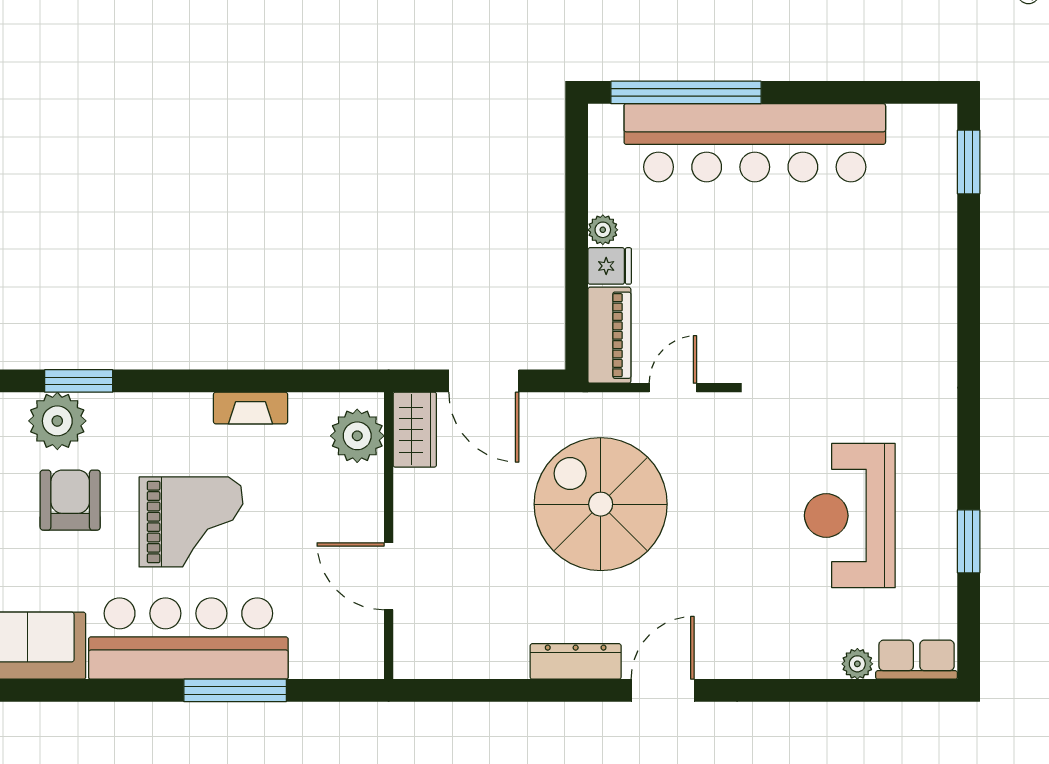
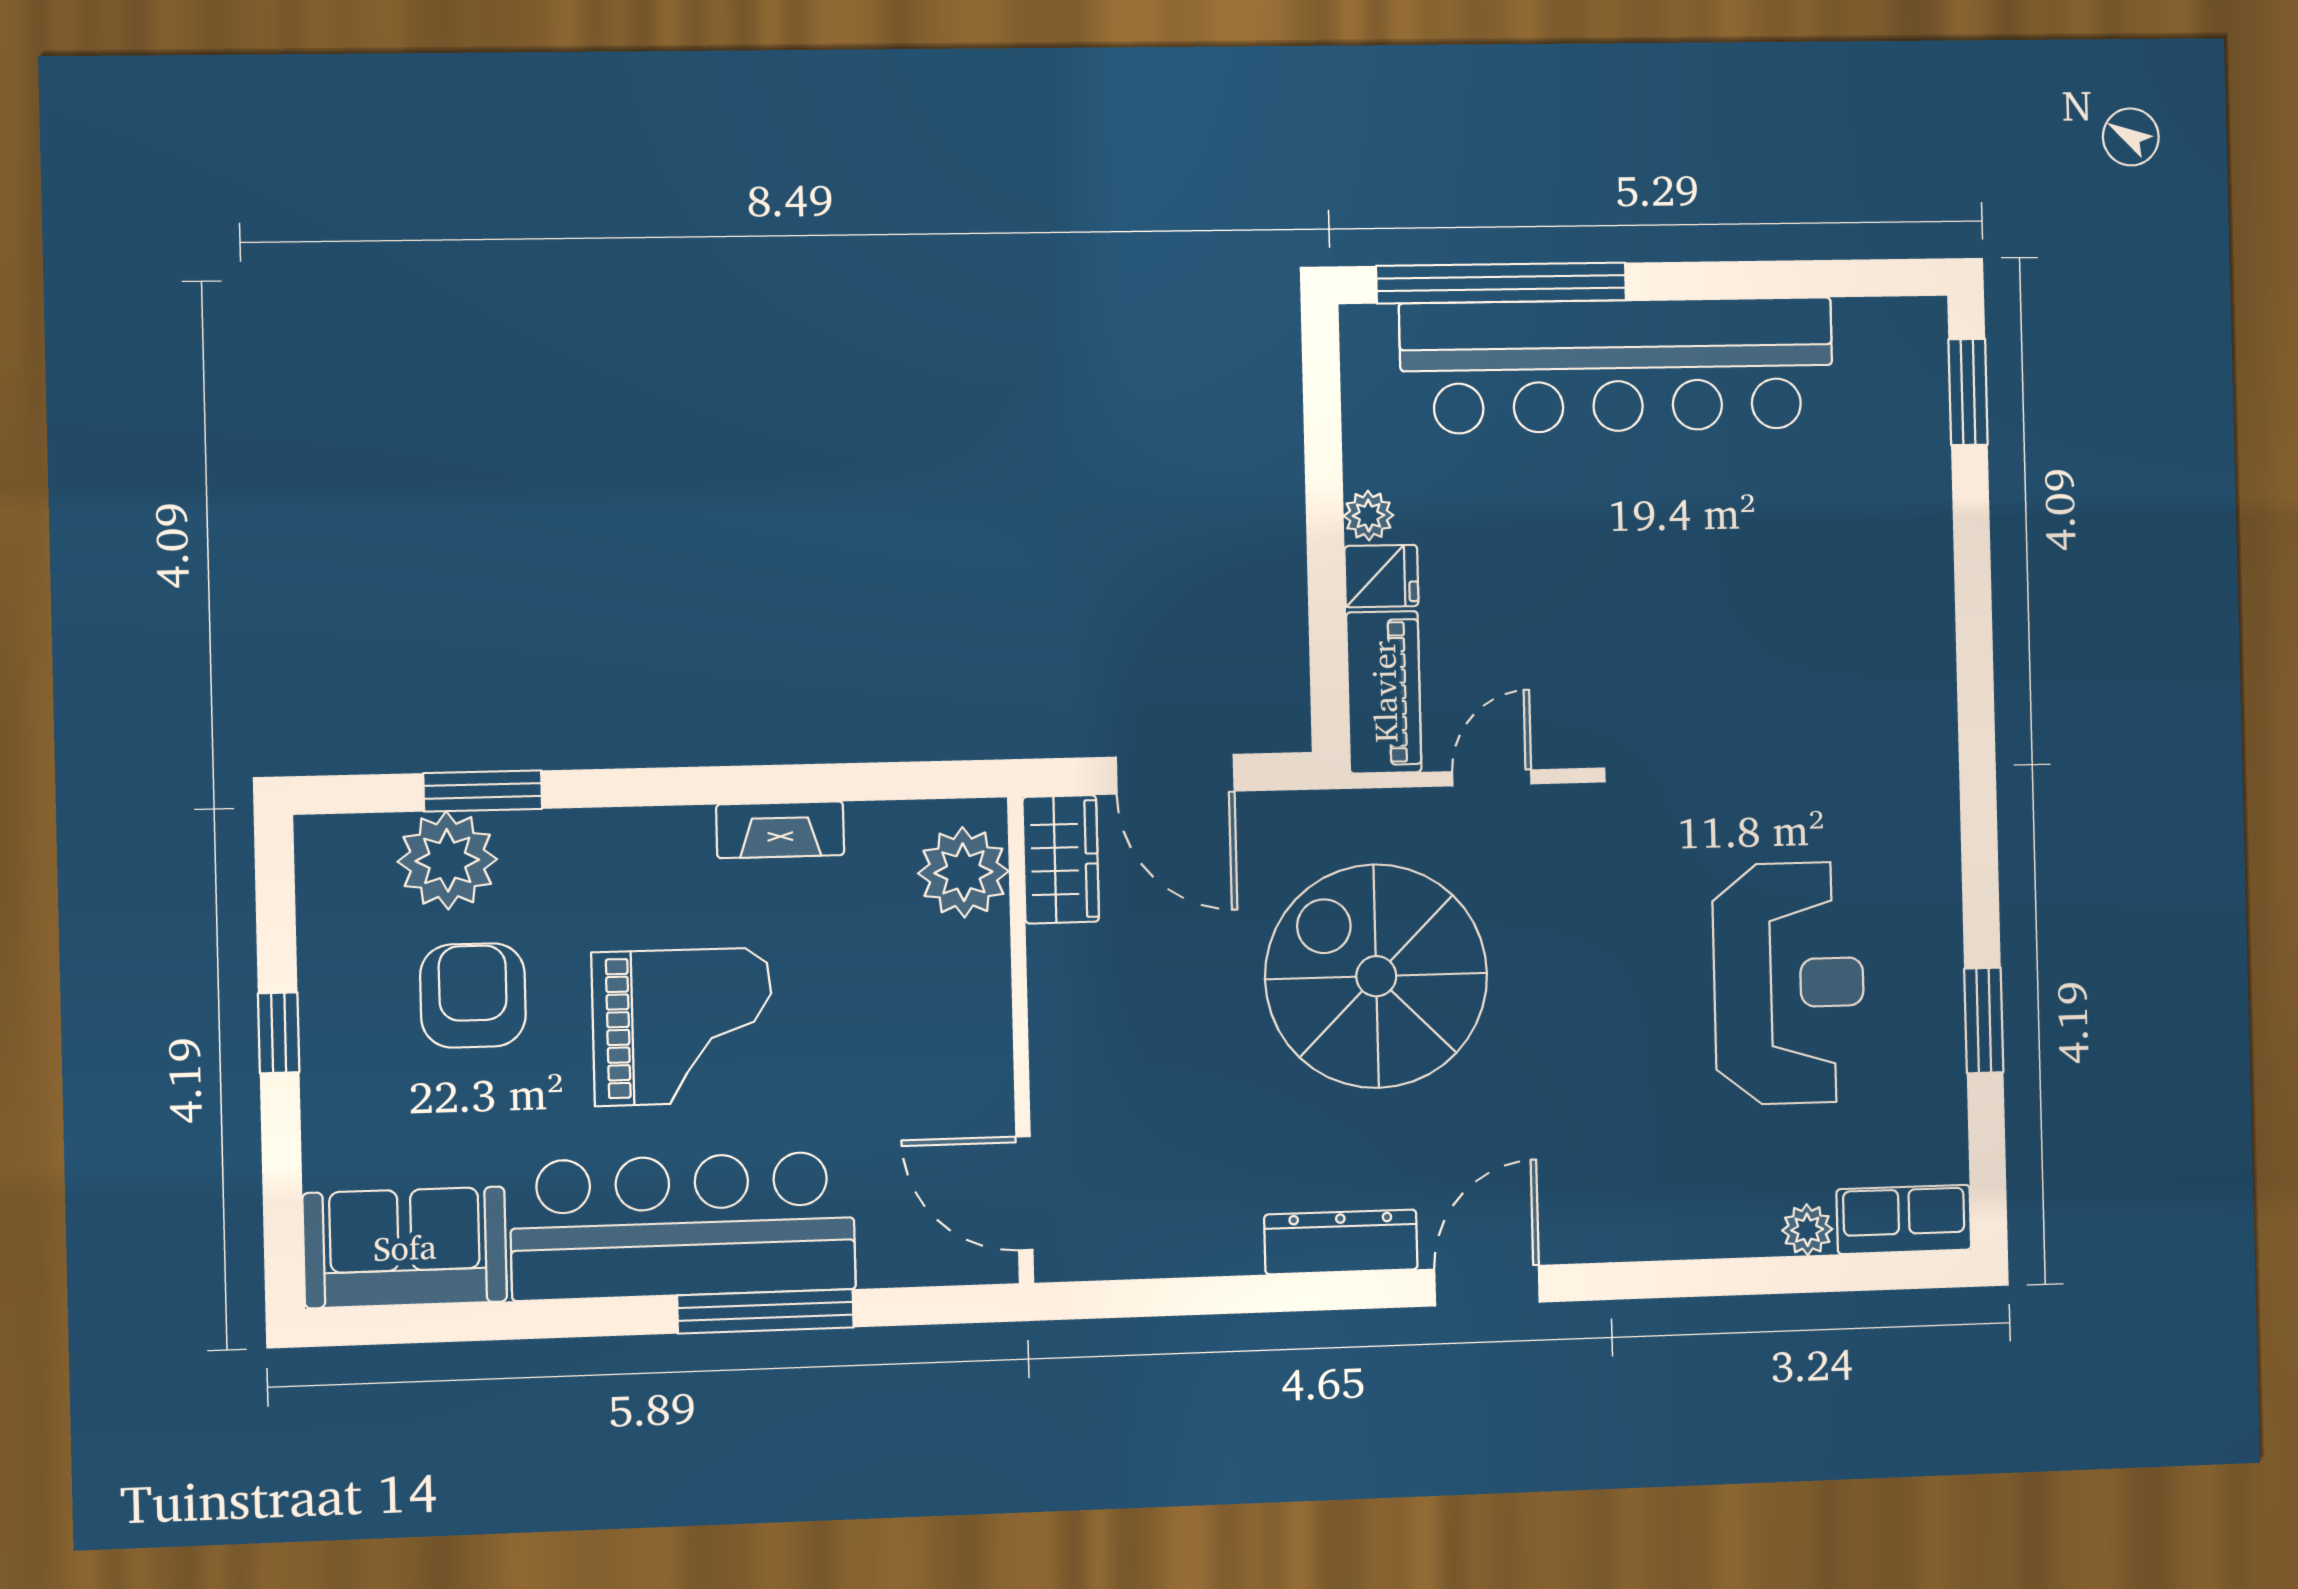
reception desk: (850, 516) -> (1789, 983), turned 180
door: (389, 576) -> (1024, 1193), moved

